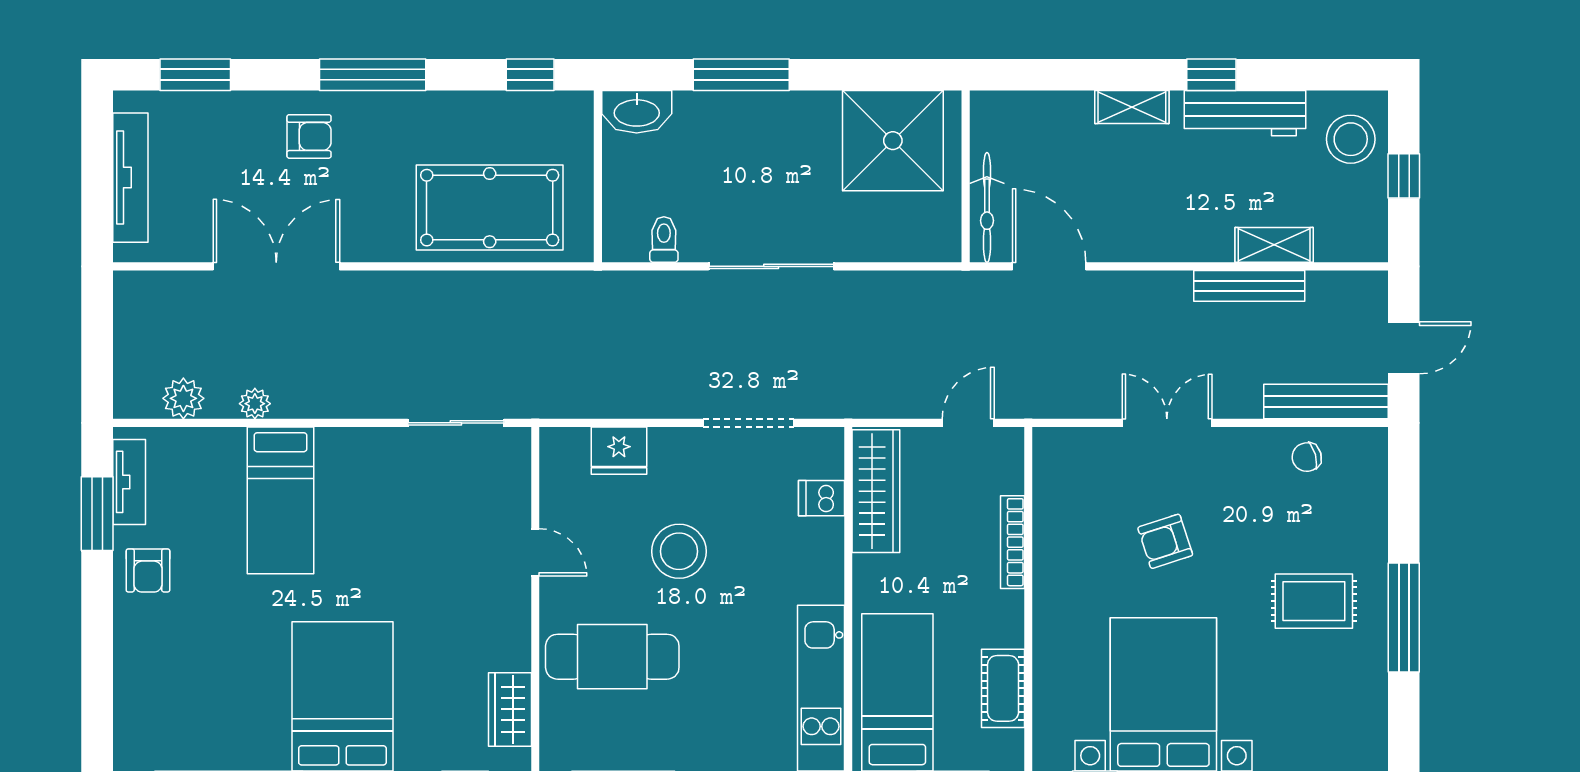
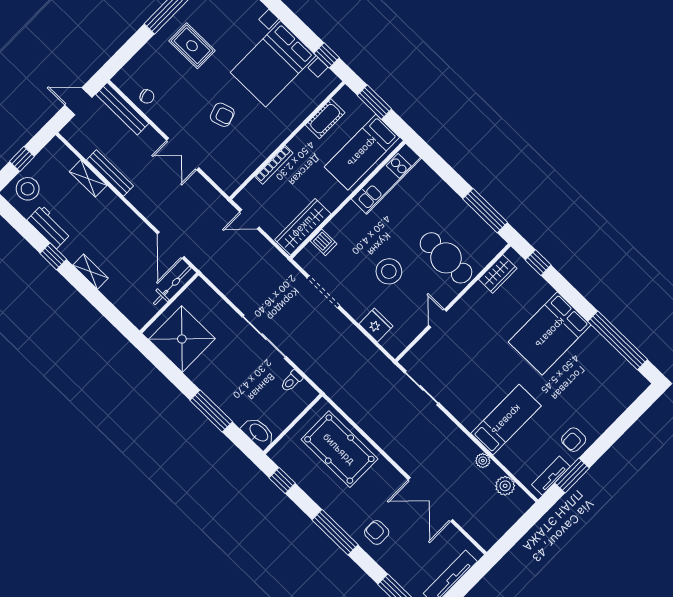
workbench: (1245, 113) -> (49, 227), width x0.73
armchair: (148, 570) -> (574, 440), turned 180

